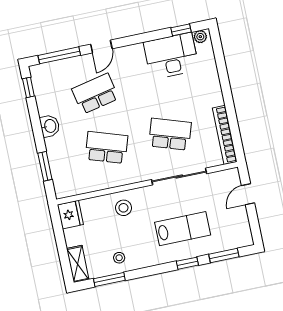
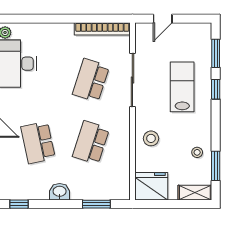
door: (248, 194) -> (163, 19), hinge flipped
fridge: (70, 215) -> (151, 186), width x1.36, depth x1.34

